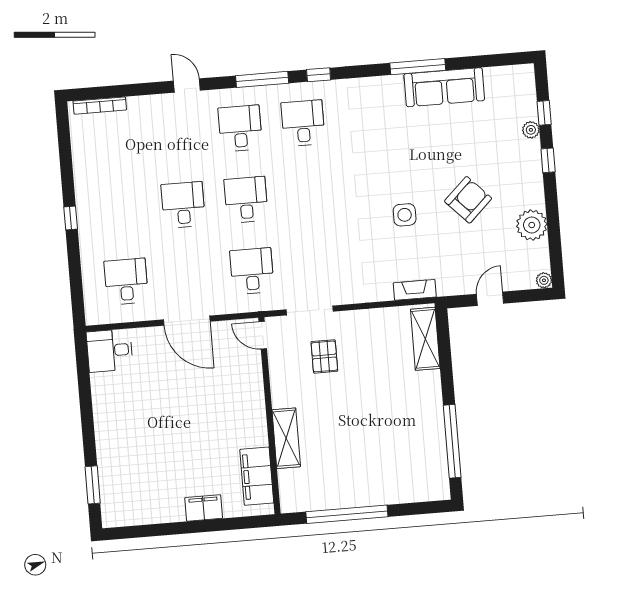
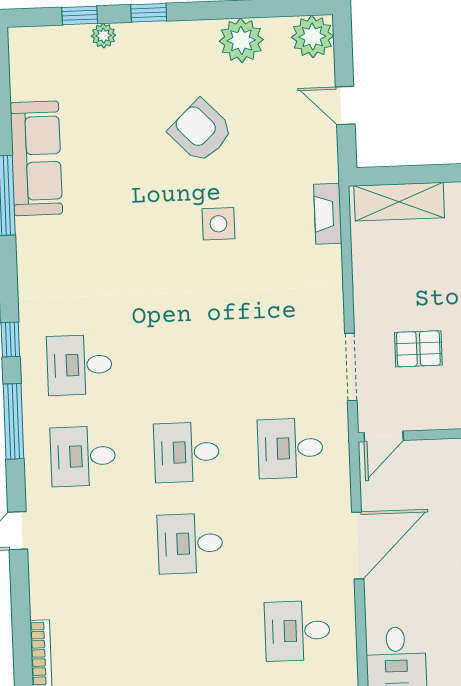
plant: (544, 280) -> (312, 37), width x1.88, depth x1.88

